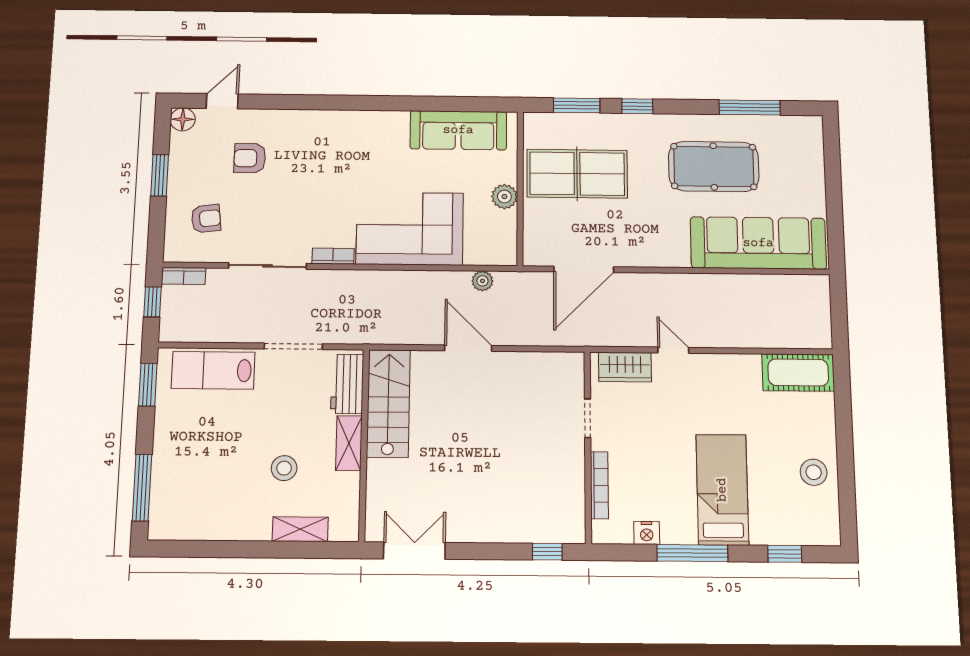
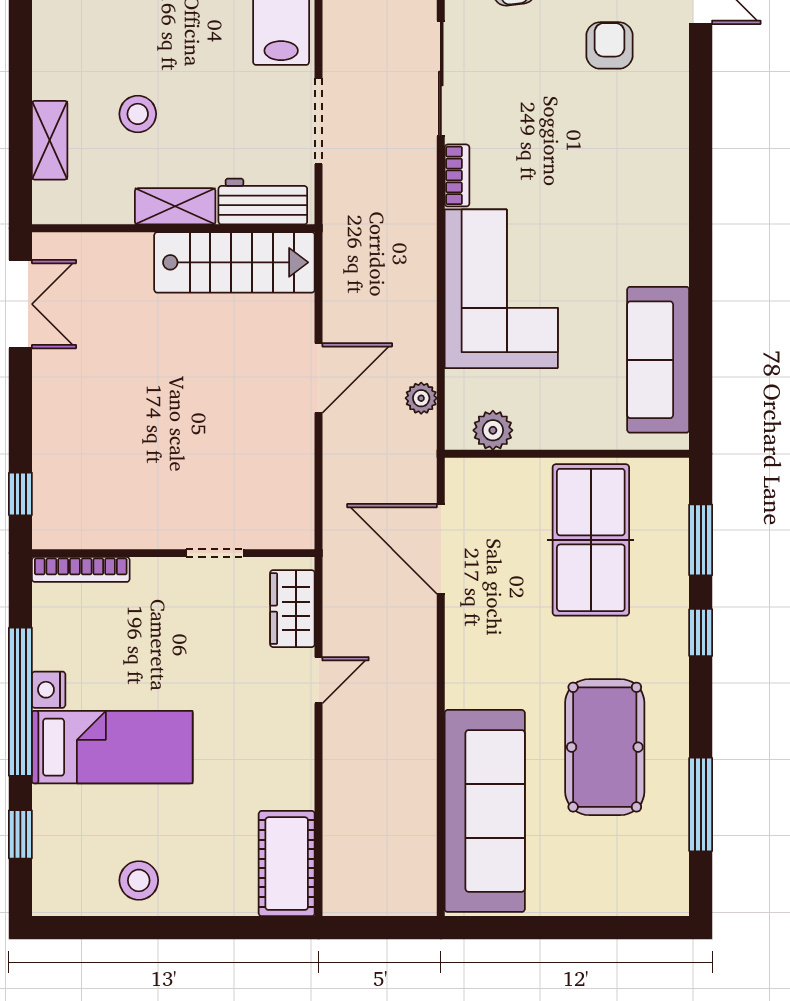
plant: (504, 197) -> (493, 430), moved
bookcase: (599, 485) -> (81, 569), moved
nightstand: (647, 533) -> (49, 690), moved
window: (692, 553) -> (20, 702), width x1.46

